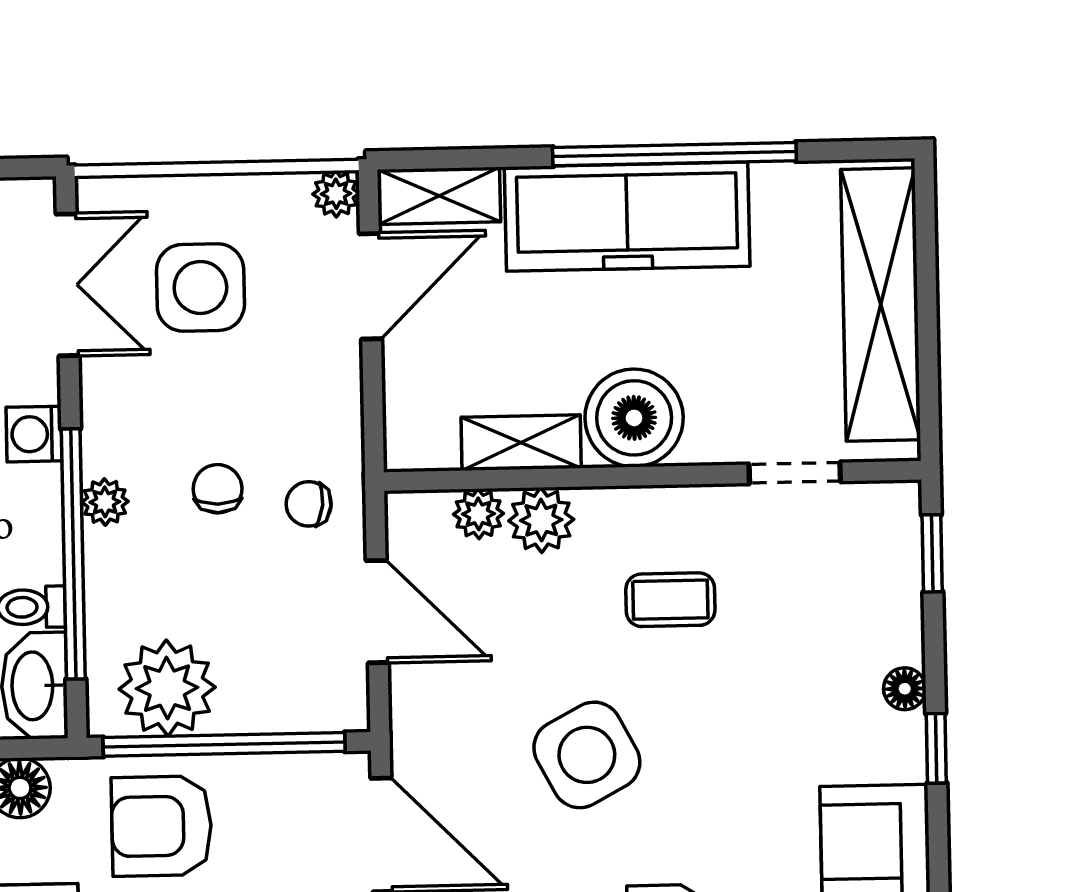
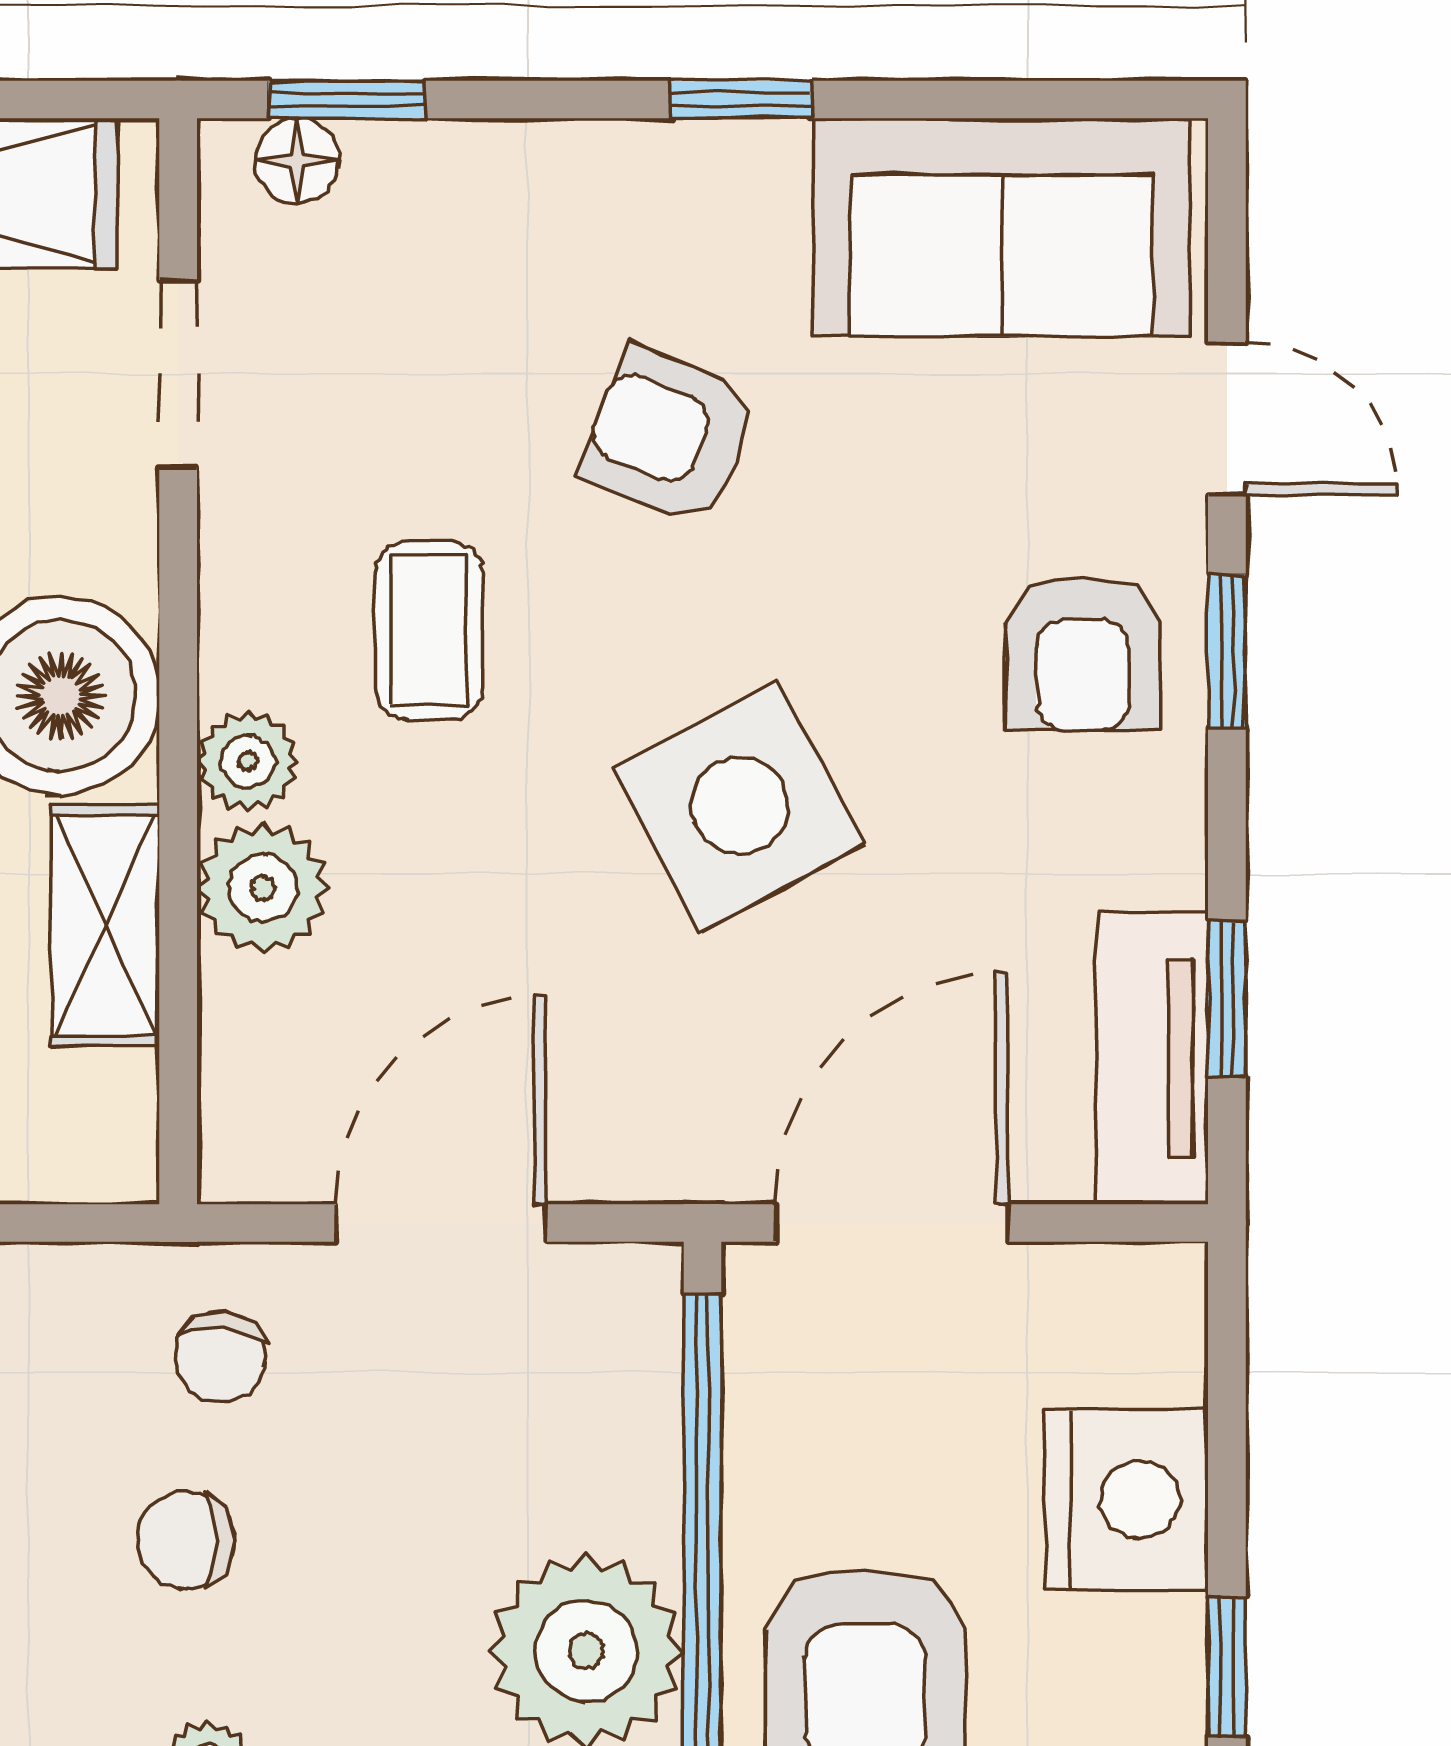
plant: (478, 514) -> (248, 761), moved
floor lamp: (905, 689) -> (297, 161), moved
armchair: (769, 717) -> (670, 436), added

